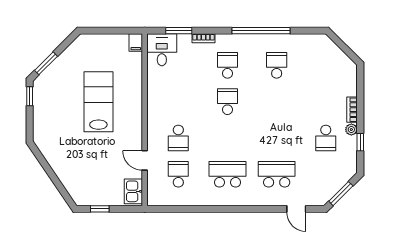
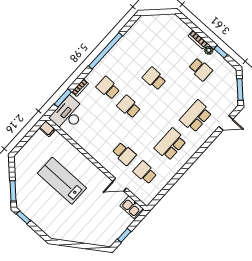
desk: (162, 50) -> (68, 114), width x1.37
school desk: (277, 65) -> (154, 79), moved

